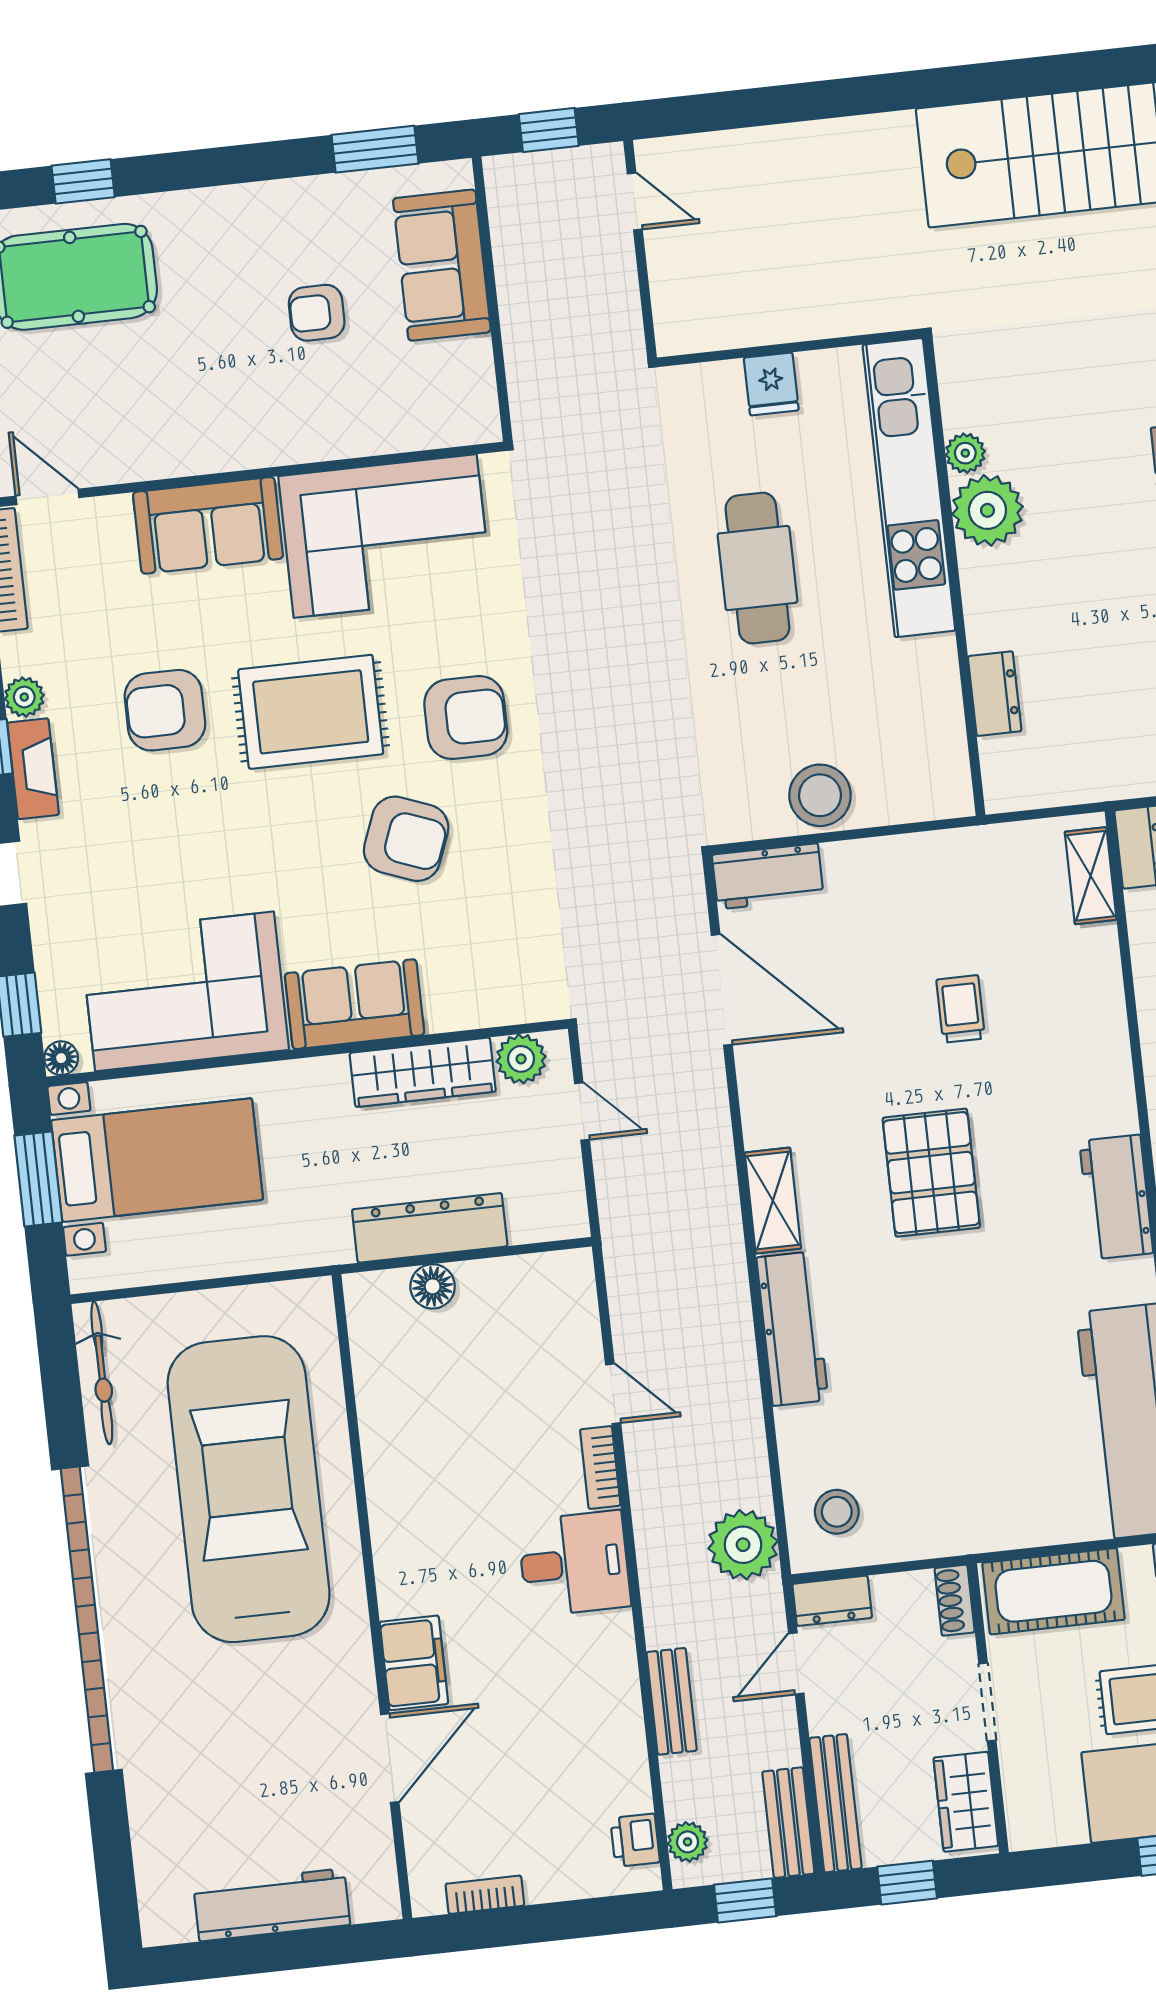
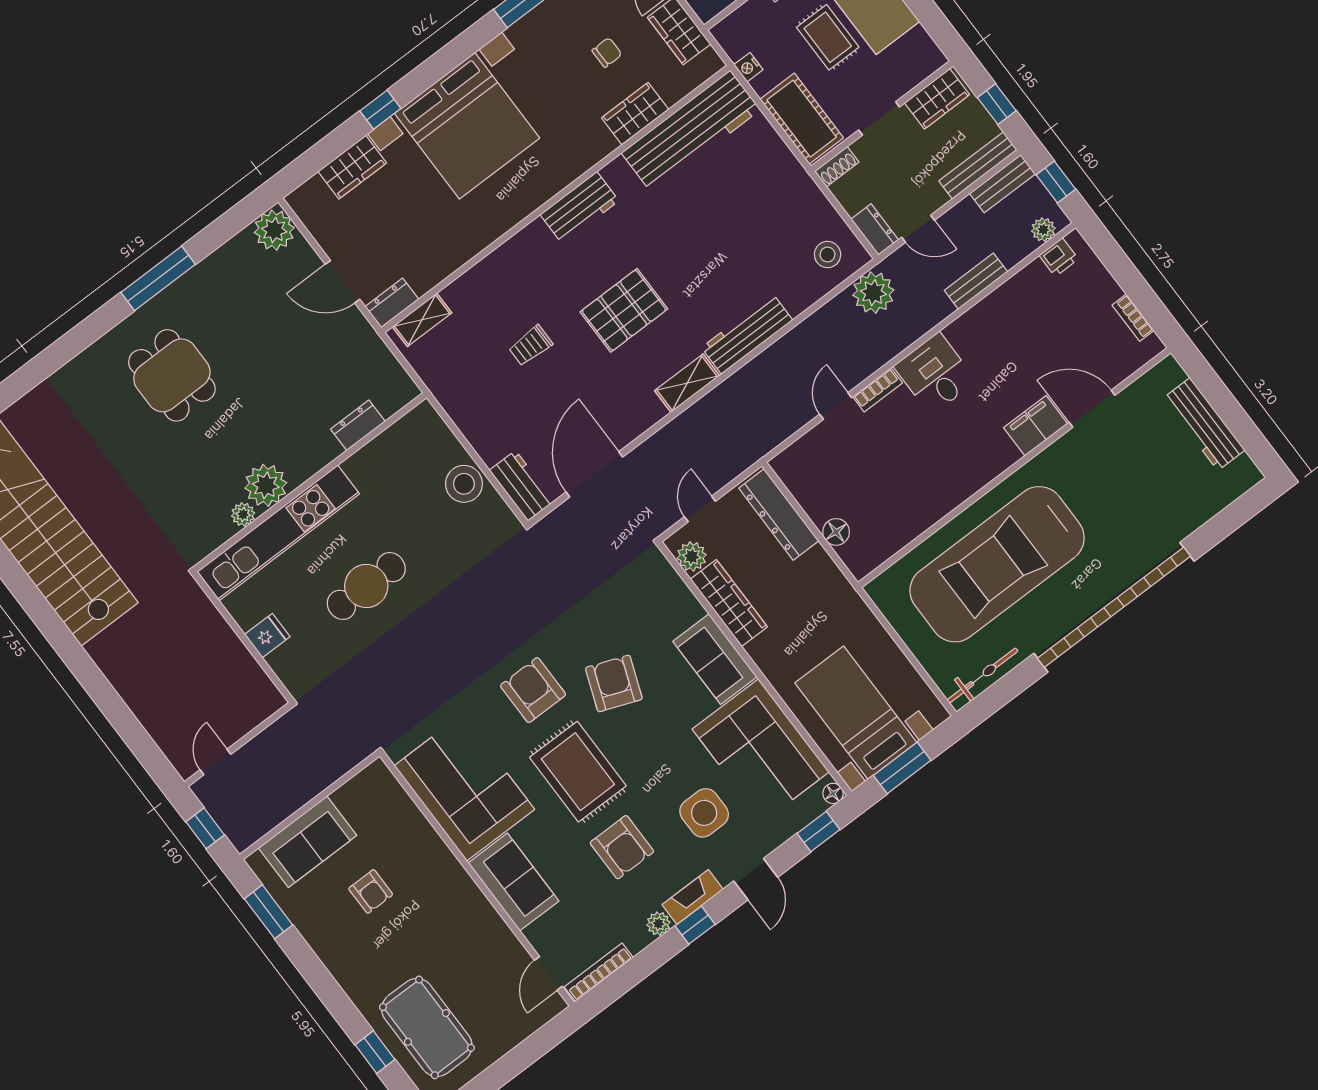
side table: (144, 857) -> (704, 813), added
dresser: (430, 1228) -> (779, 514), moved

